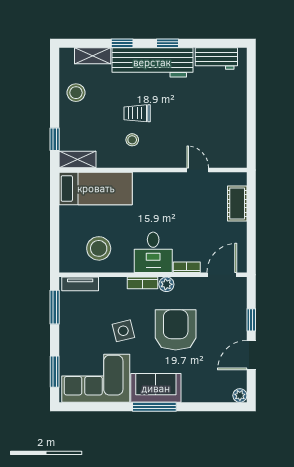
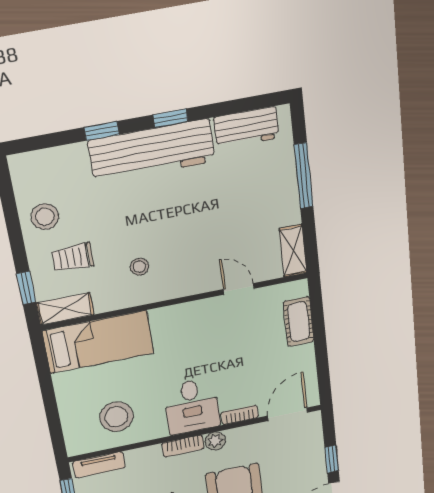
shelving: (93, 56) -> (293, 251), moved, turned 90
window: (251, 98) -> (304, 176), added
trolley: (137, 113) -> (73, 258), moved

